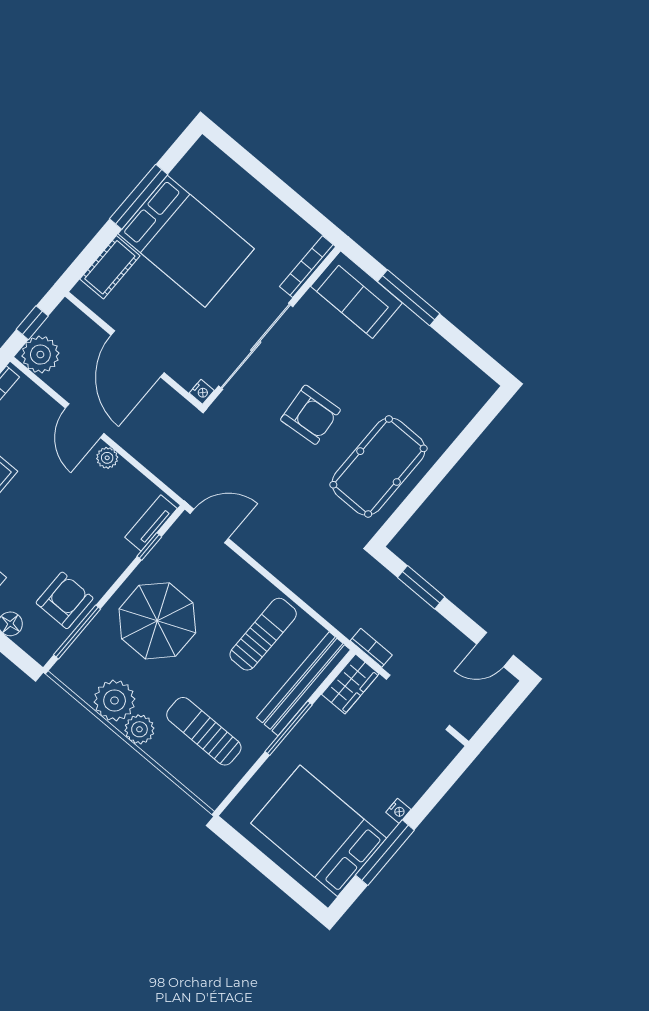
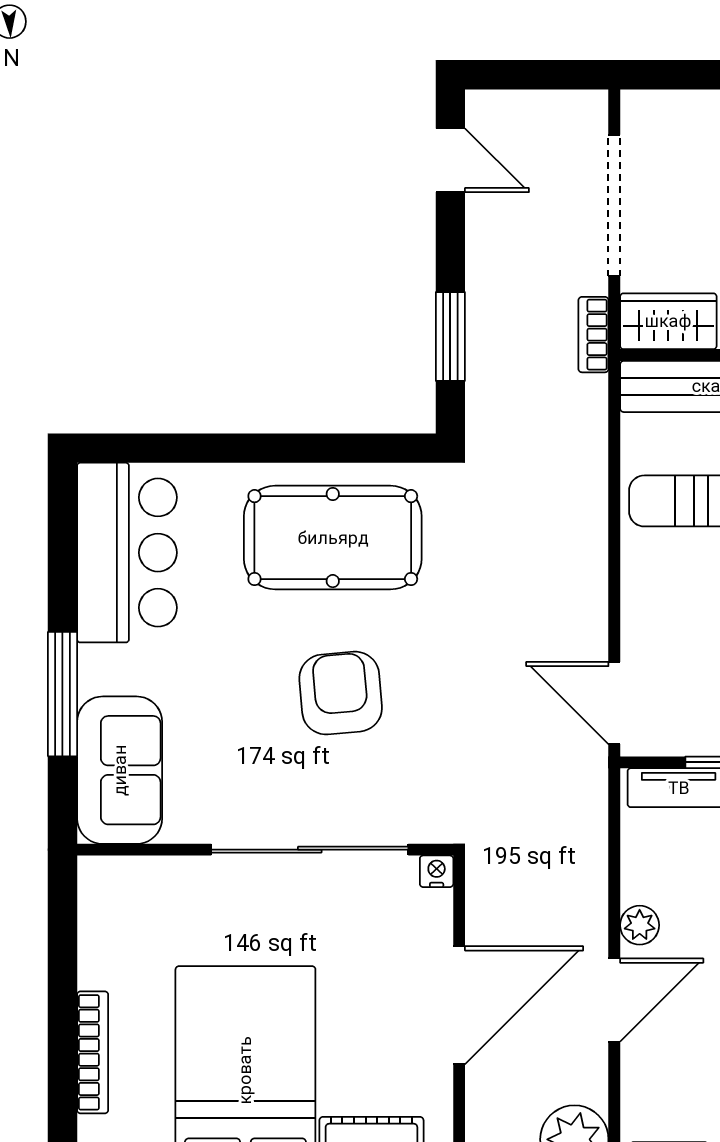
bookcase: (308, 267) -> (93, 1052), moved, turned -90
bar counter: (445, 375) -> (127, 553), added

